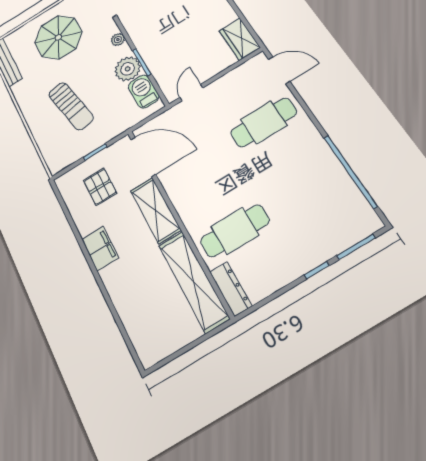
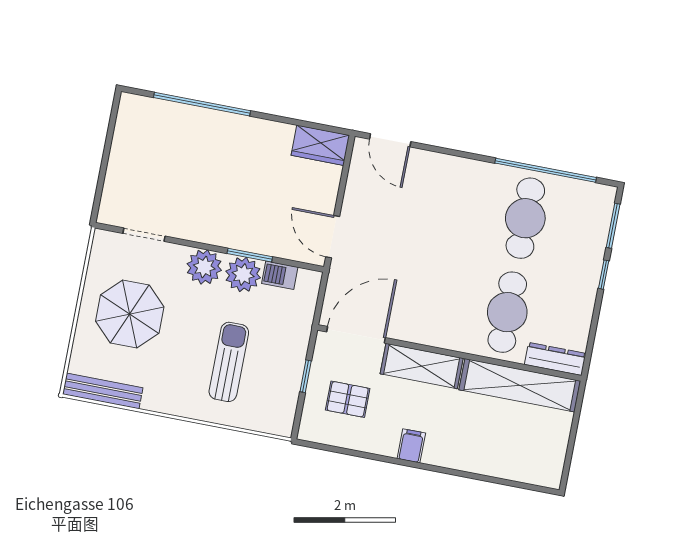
plant: (118, 40) -> (204, 267), width x1.88, depth x1.88
door: (279, 70) -> (390, 140), swing flipped
barbecue: (144, 91) -> (280, 275), width x0.73, depth x0.79
door: (191, 93) -> (333, 237), width x1.38
sun lounger: (71, 106) -> (229, 362), turned -79
cafe table: (264, 122) -> (525, 218), moved
filing cabinet: (100, 249) -> (411, 446), width x0.50

